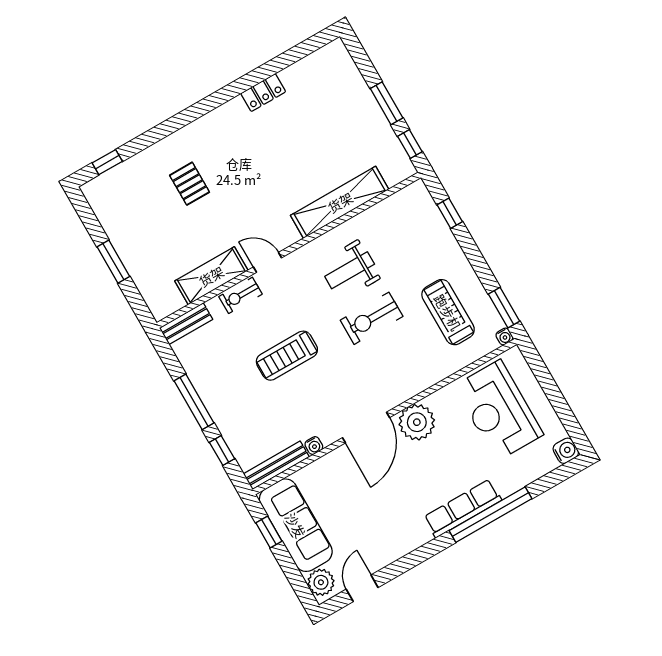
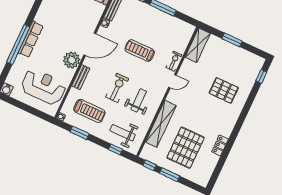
pallet: (326, 131) -> (186, 148), added
pallet: (190, 184) -> (224, 90), width x1.50, depth x1.42
weight bench: (417, 234) -> (123, 133), added
shelving: (211, 276) -> (198, 45), moved
window: (504, 308) -> (80, 133), moved
bench: (186, 324) -> (81, 77), moved
treadmill: (287, 356) -> (140, 51), turned -90
door: (366, 428) -> (90, 44), swing flipped

